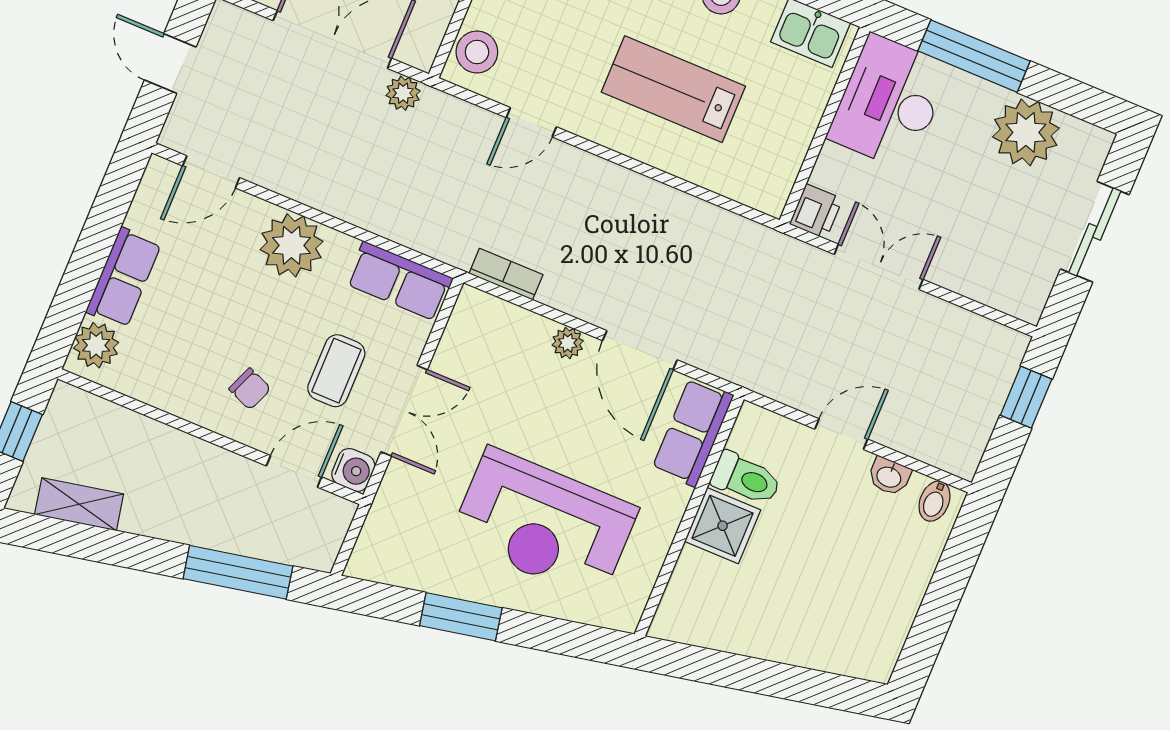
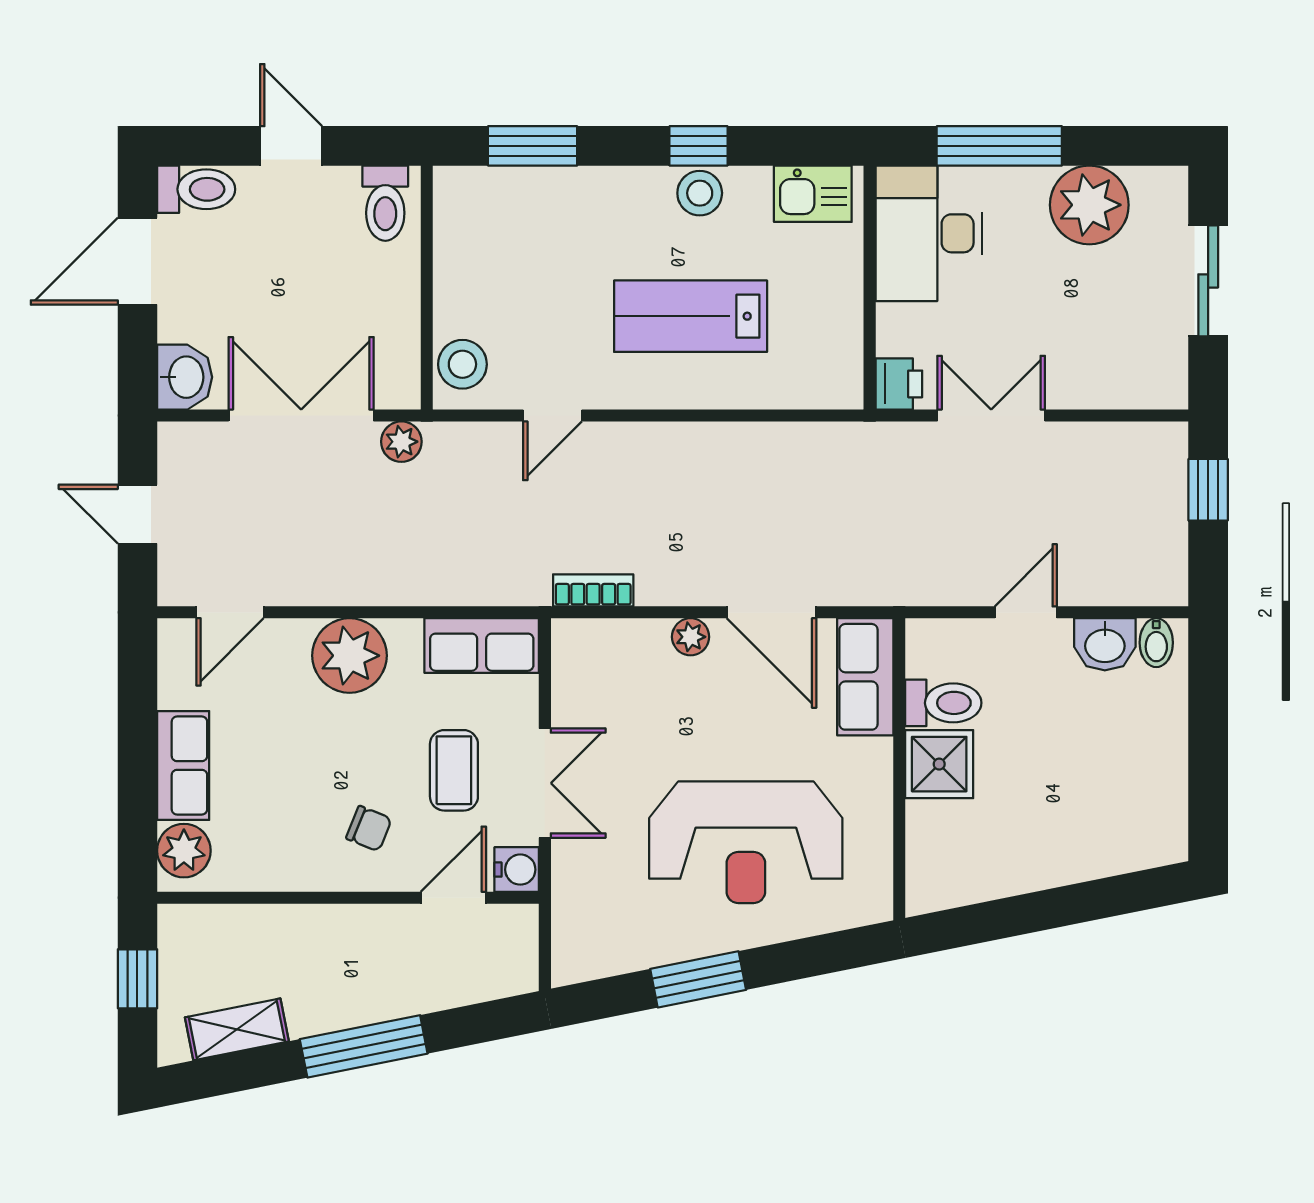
washbasin: (889, 476) -> (1105, 644), width x1.38, depth x1.45
window: (238, 572) -> (364, 1046), moved

